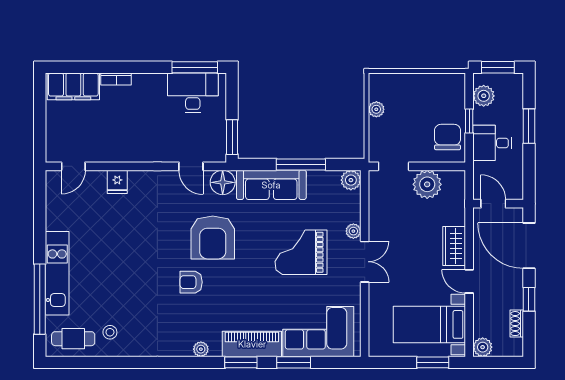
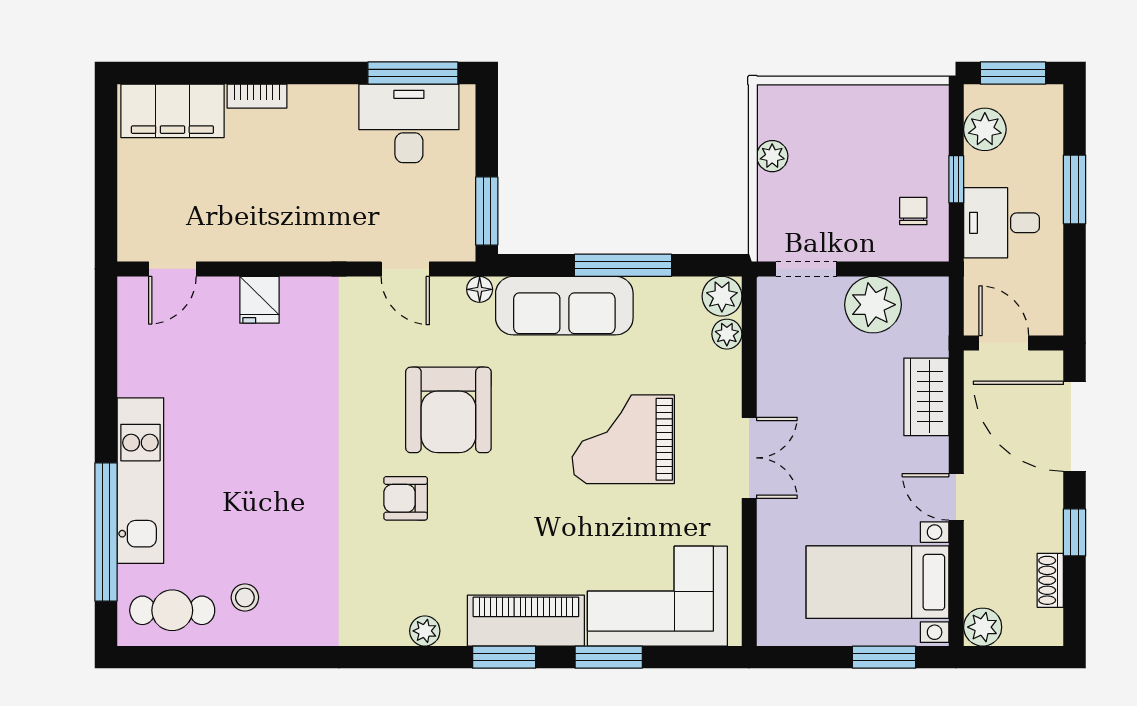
chair: (448, 137) -> (913, 211), width x0.54, depth x0.54
floor lamp: (223, 182) -> (480, 289), width x0.53, depth x0.53
plant: (353, 231) -> (727, 334), moved
wardrobe: (454, 246) -> (926, 397), moved

